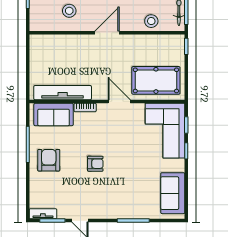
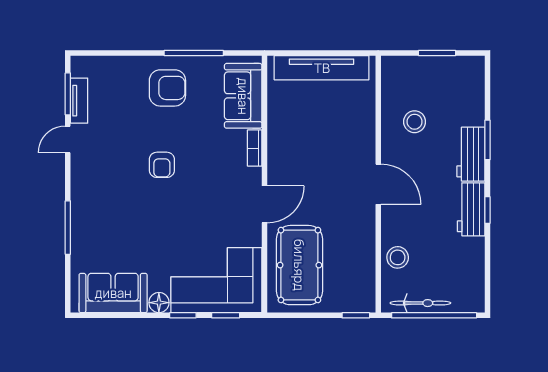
tv unit: (63, 93) -> (322, 68), moved, turned 90
floor lamp: (179, 165) -> (159, 303), added
tv unit: (43, 214) -> (79, 101), moved

